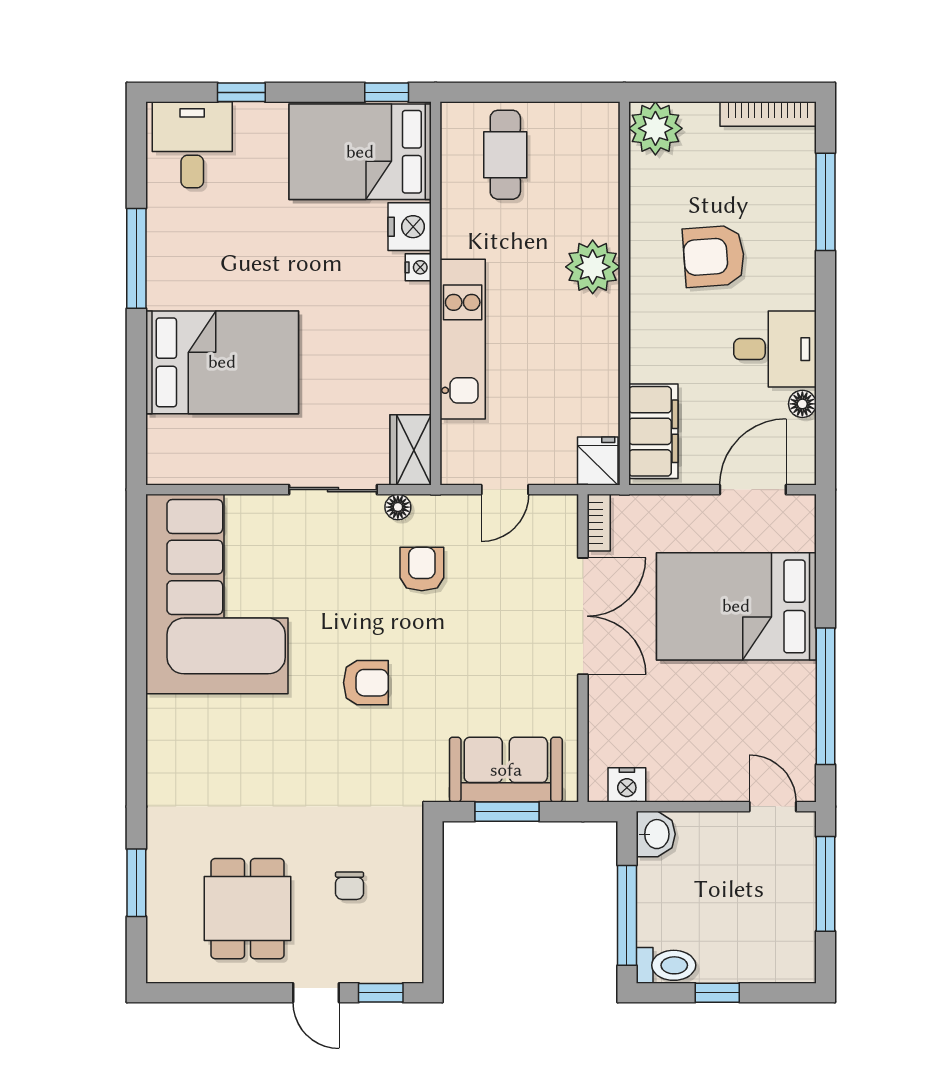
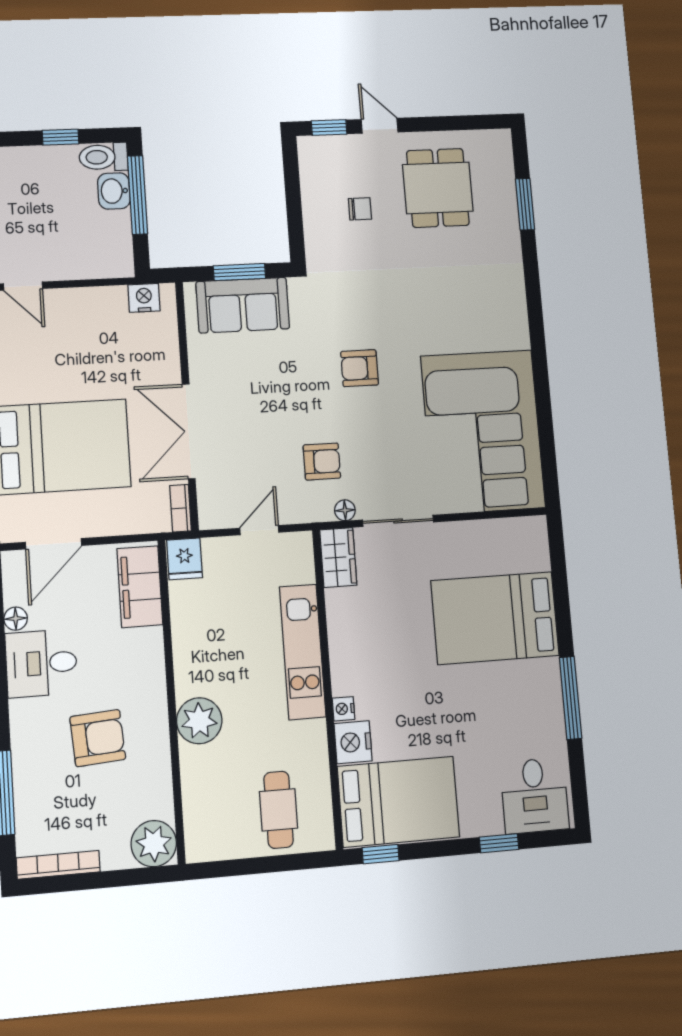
armchair: (422, 569) -> (322, 461), turned -90
washbasin: (656, 834) -> (114, 191), moved
chair: (349, 886) -> (360, 209), turned 90

